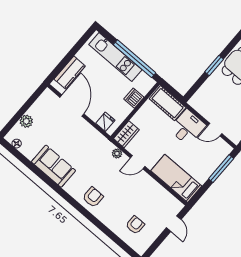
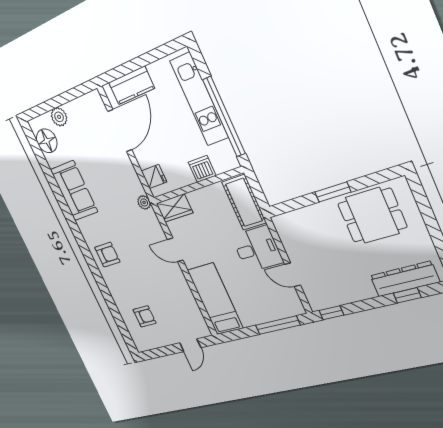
floor lamp: (17, 144) -> (47, 141), width x1.89, depth x1.89
plant: (117, 153) -> (144, 202), moved

